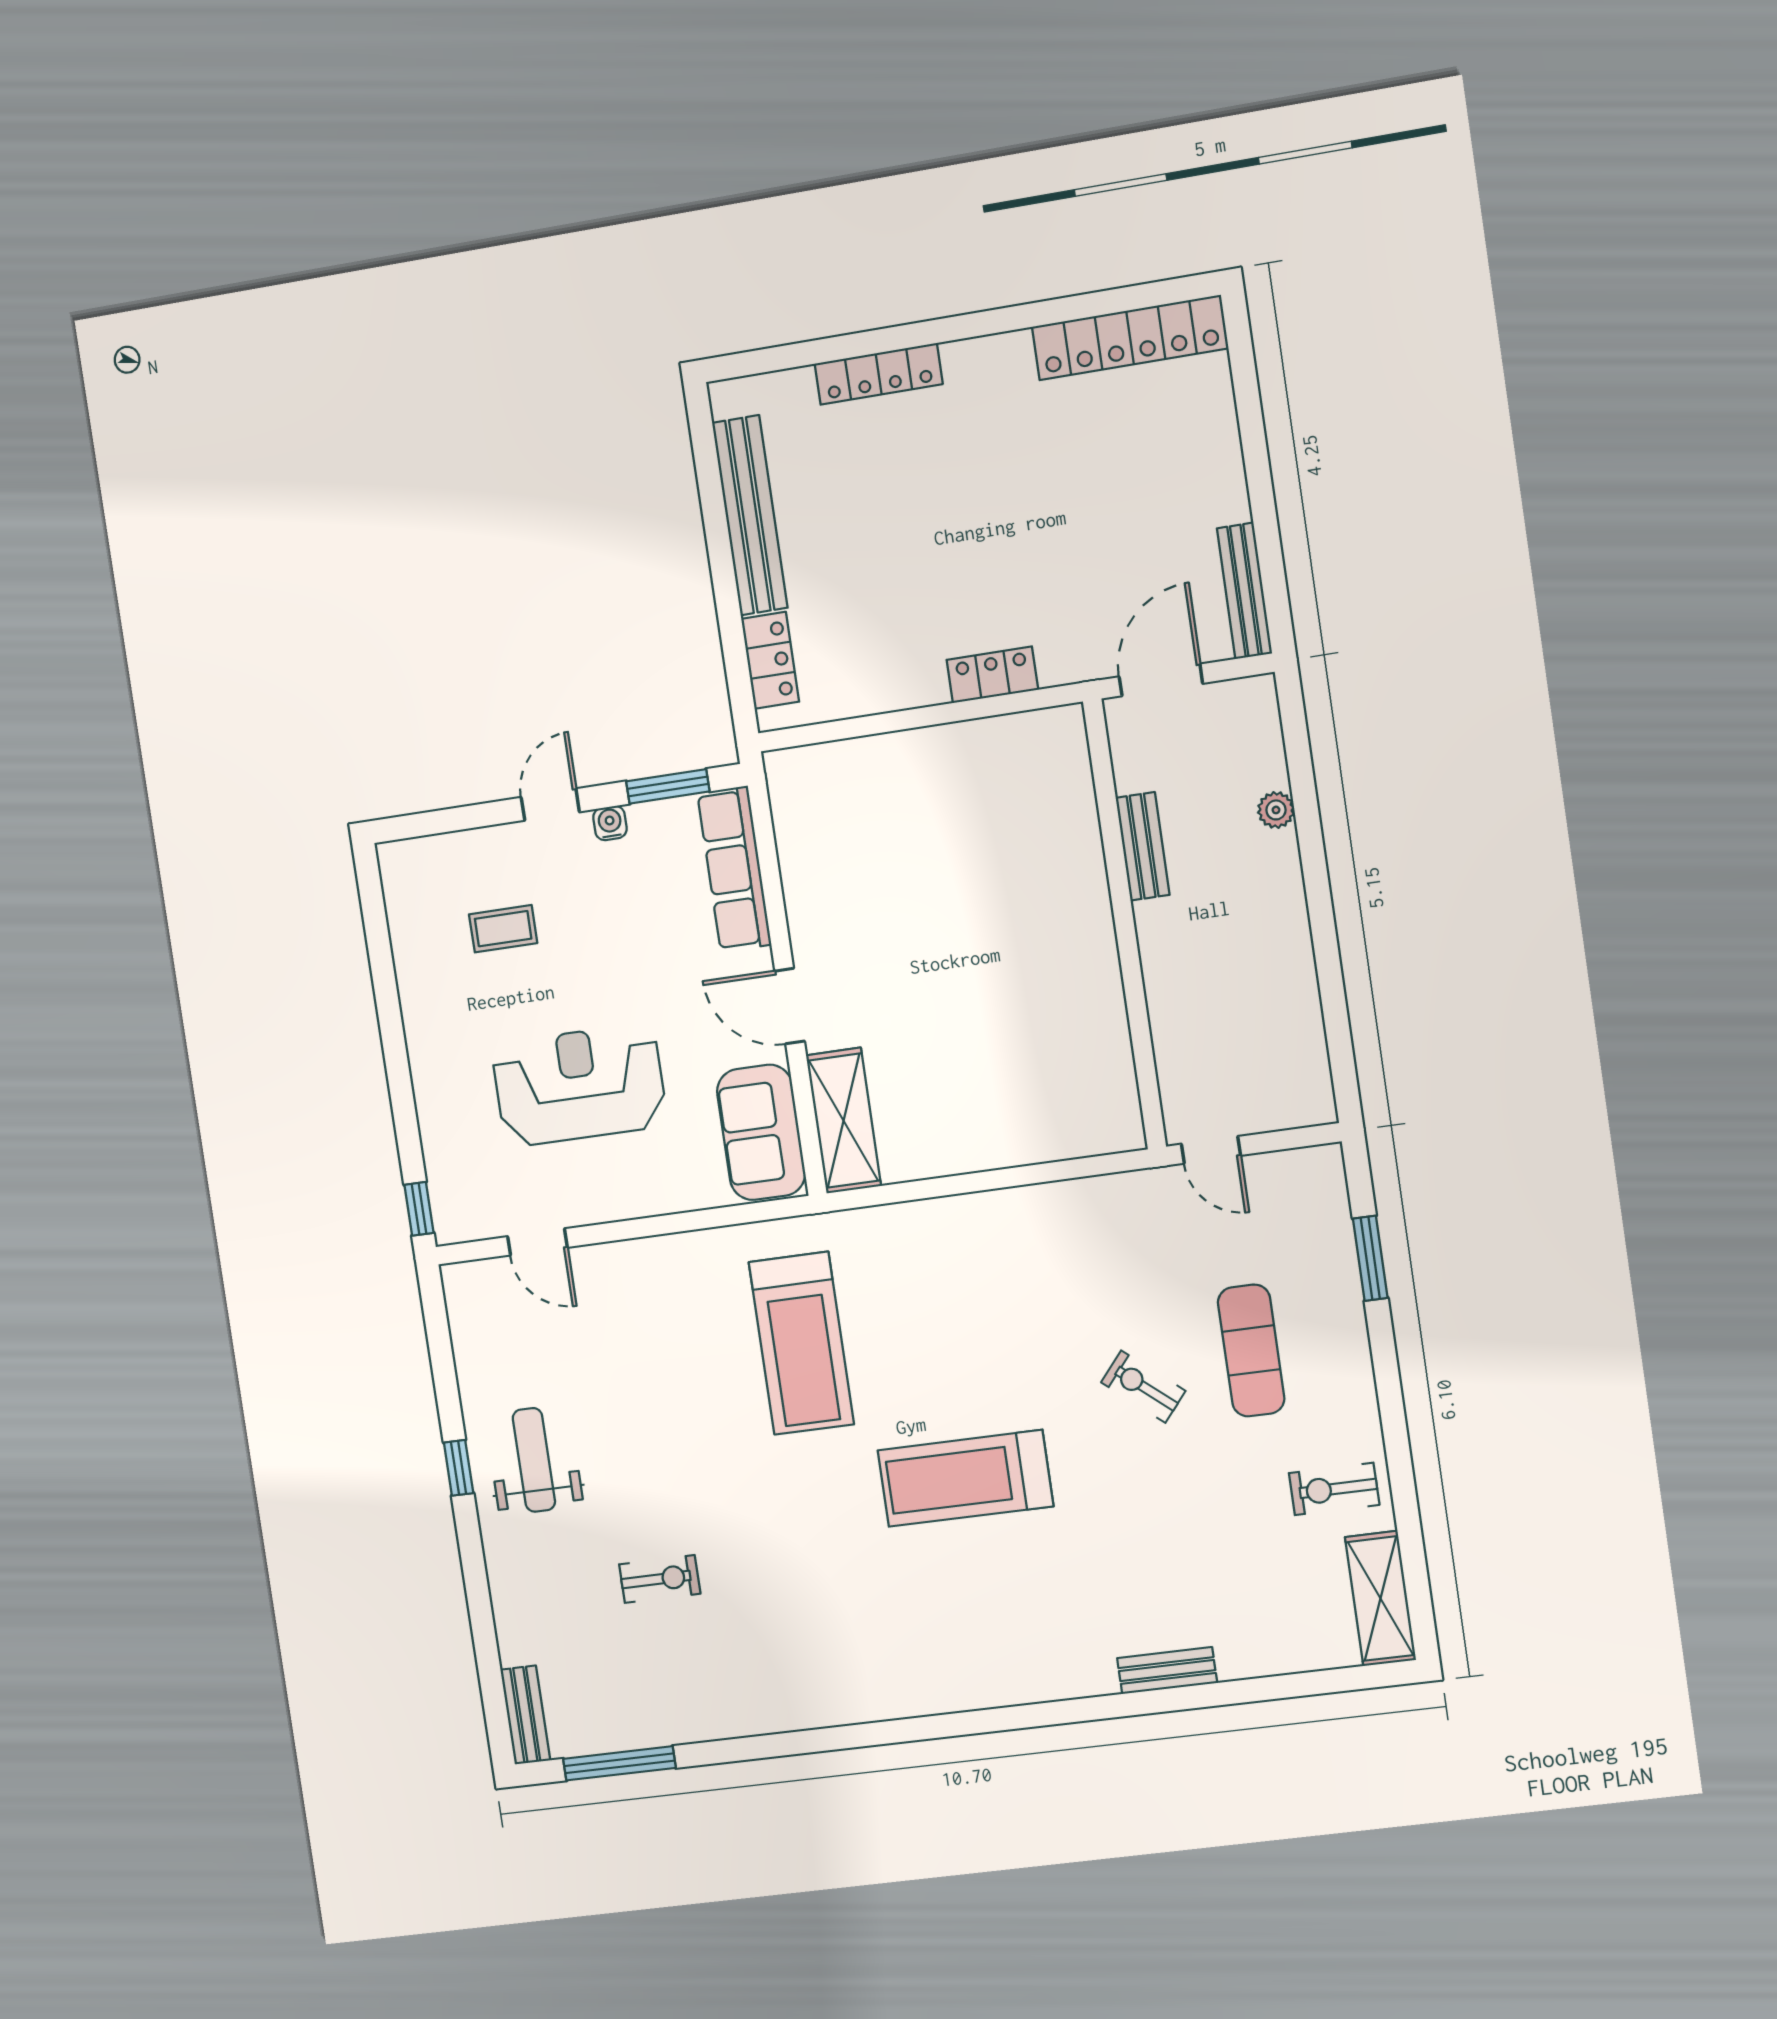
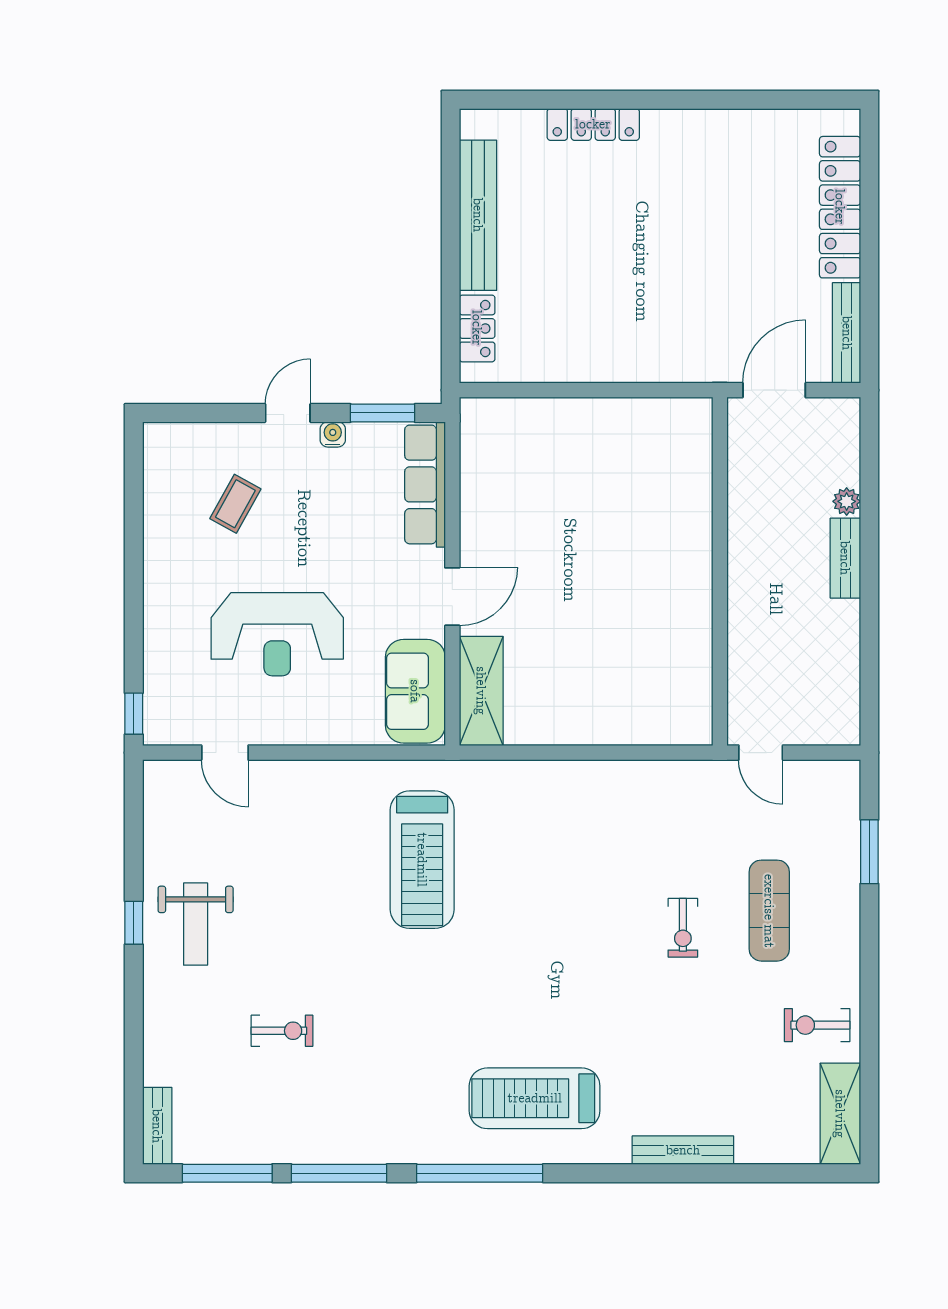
locker: (1130, 338) -> (840, 207), moved, turned 90
locker: (992, 675) -> (647, 366), removed
bench: (1143, 846) -> (845, 558), moved
coffee table: (503, 929) -> (235, 504), turned -61
door: (790, 1006) -> (452, 597), swing flipped
reception desk: (579, 1085) -> (277, 634), turned 180
exercise bike: (1143, 1387) -> (683, 928), turned -130
weight bench: (534, 1460) -> (196, 924), turned 180
treadmill: (965, 1478) -> (535, 1098), moved
bench: (1167, 1671) -> (683, 1150), width x1.36
window: (932, 1727) -> (480, 1173), added
window: (757, 1747) -> (339, 1173), added

